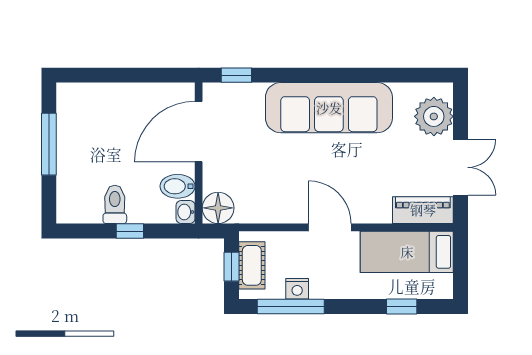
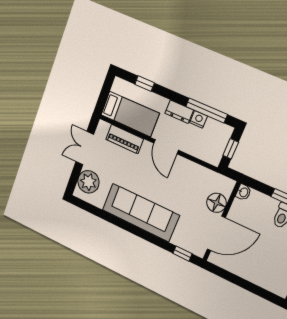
bidet: (178, 186) -> (242, 209), removed
floor lamp: (218, 208) -> (217, 203), moved
piano: (423, 210) -> (125, 139), moved
cot: (252, 265) -> (219, 144), removed
dresser: (331, 288) -> (179, 112), added

